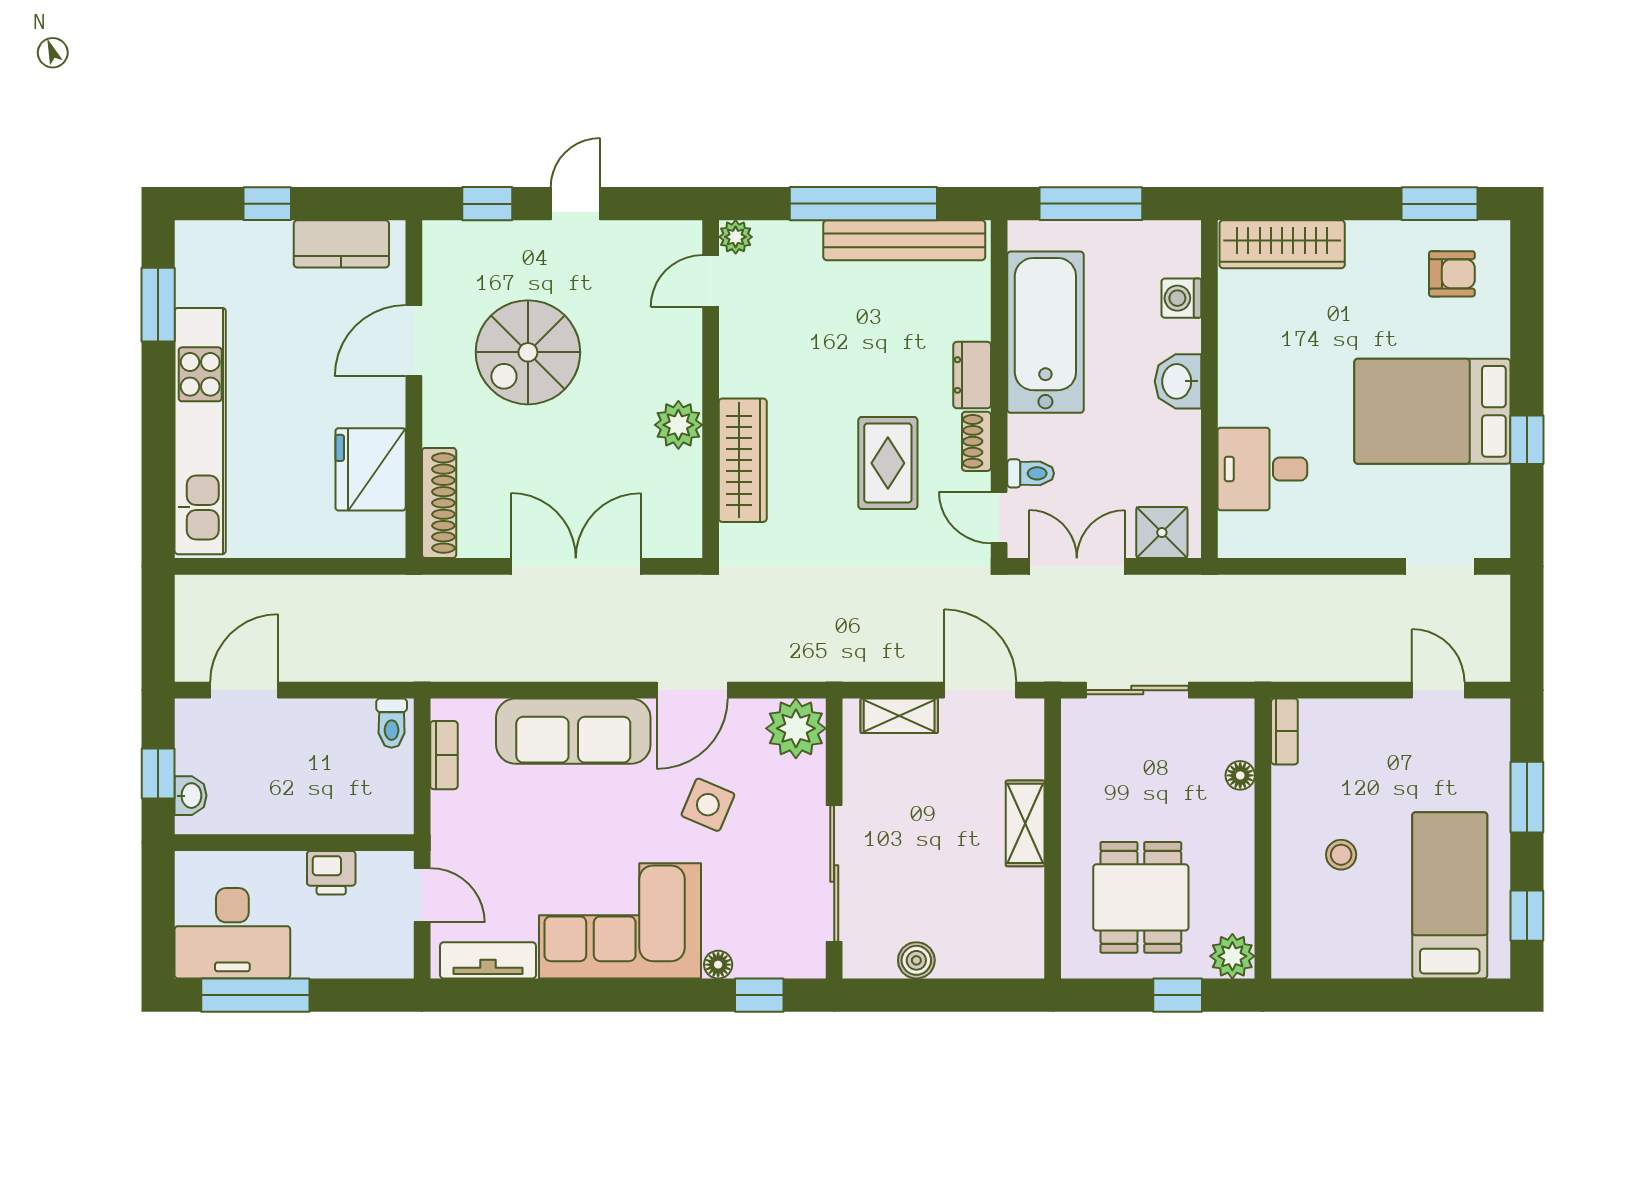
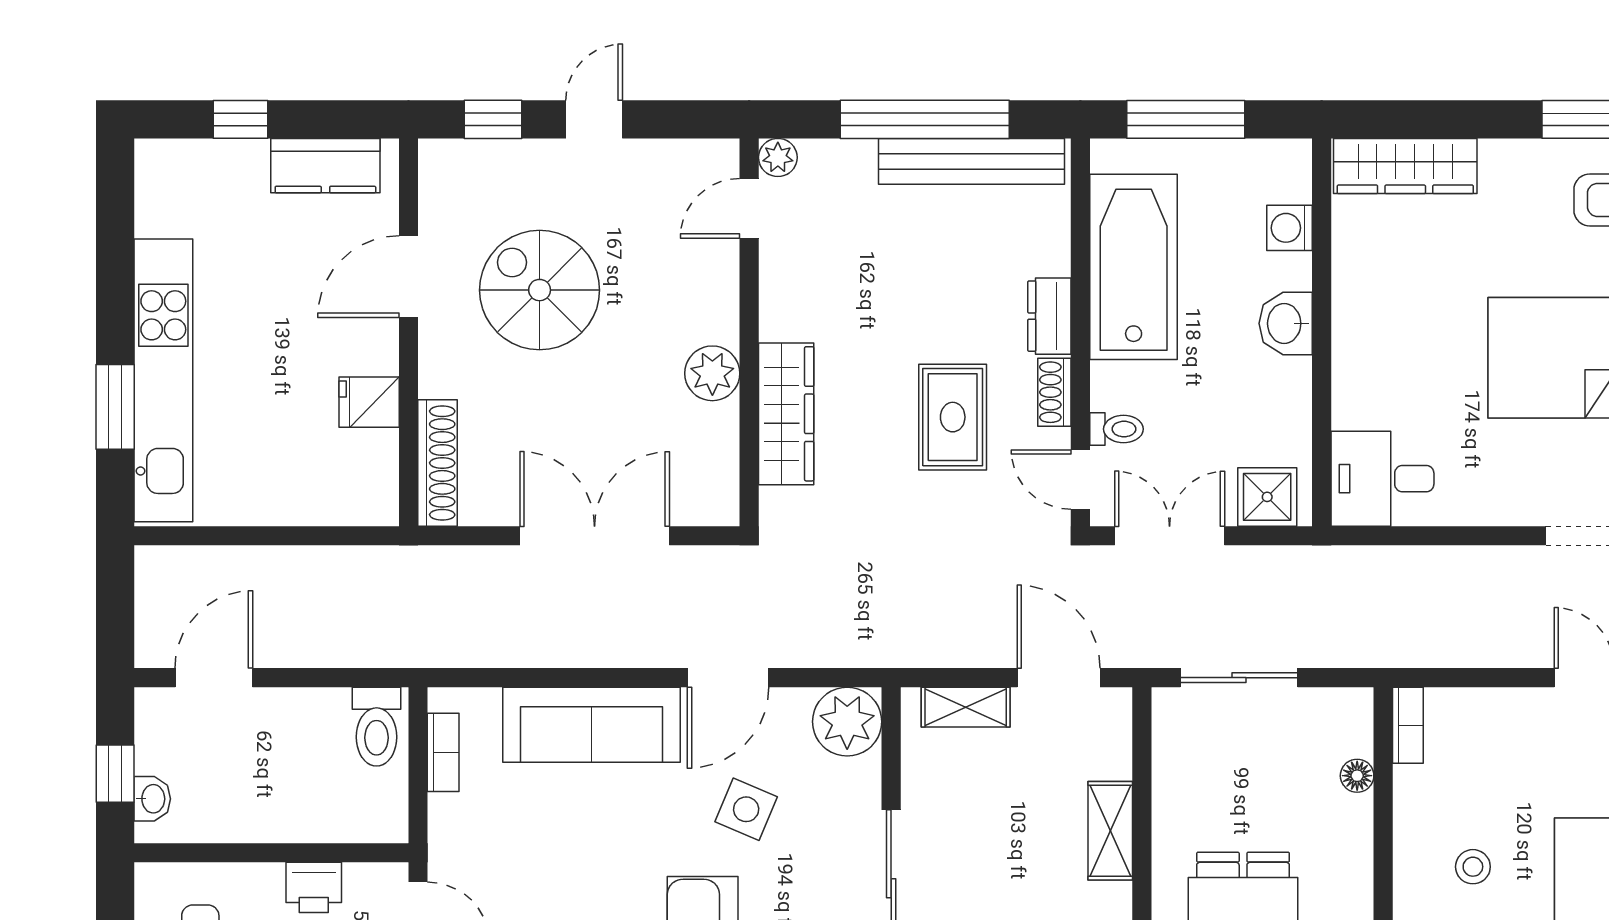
window: (158, 305) -> (115, 407), moved
spiral stairs: (528, 352) -> (540, 290), turned 90
fridge: (371, 469) -> (369, 402), width x0.53, depth x0.75
desk: (1262, 469) -> (1382, 479), moved
toilet: (392, 723) -> (377, 727), width x1.37, depth x1.39

